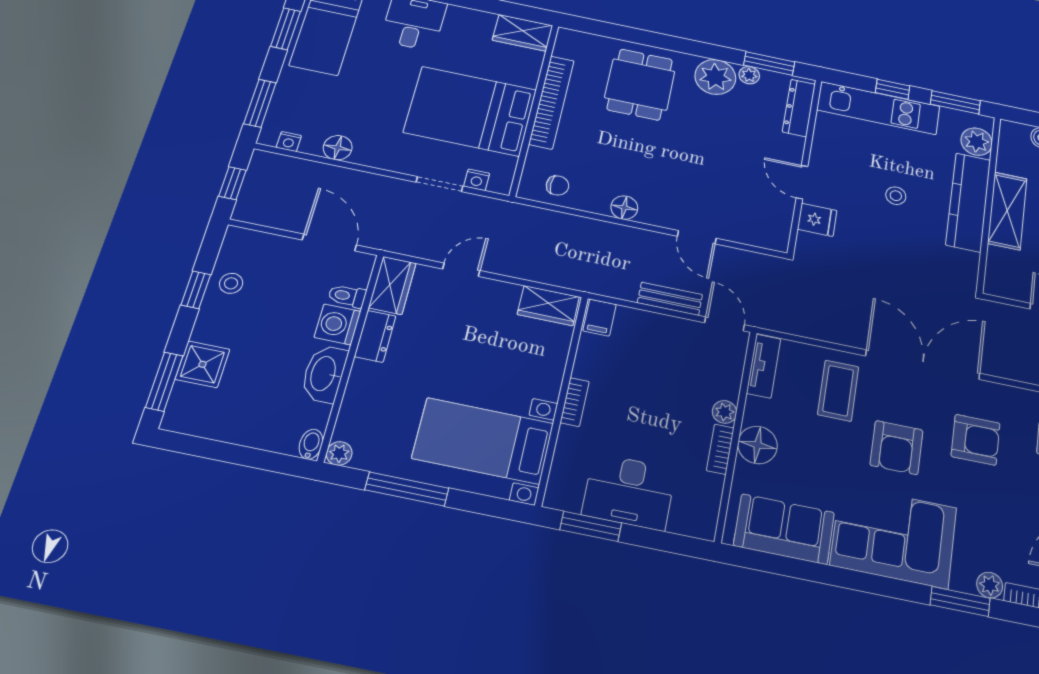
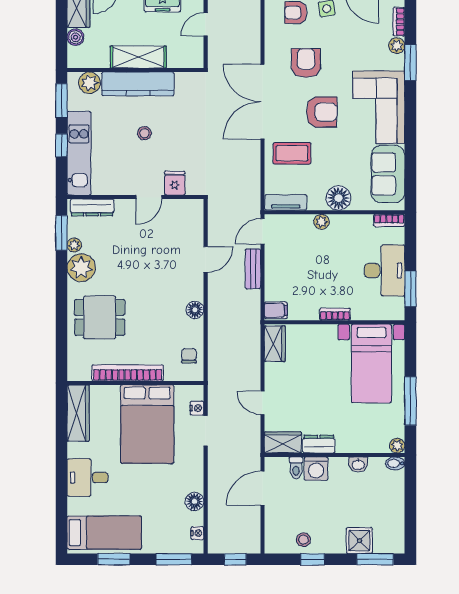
wardrobe: (523, 33) -> (78, 413), width x1.50
washbasin: (324, 374) -> (358, 464), width x0.52, depth x0.69
bookcase: (720, 449) -> (389, 220), moved

